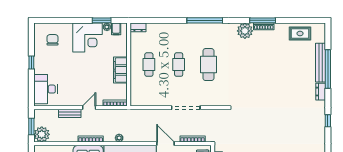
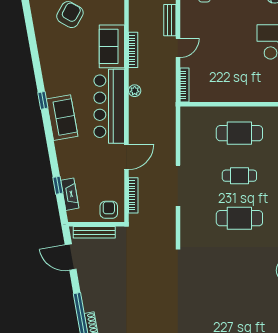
cafe table: (149, 65) -> (239, 133), width x1.37, depth x1.35
filing cabinet: (120, 70) -> (232, 92), removed
door: (89, 108) -> (178, 48), hinge flipped

